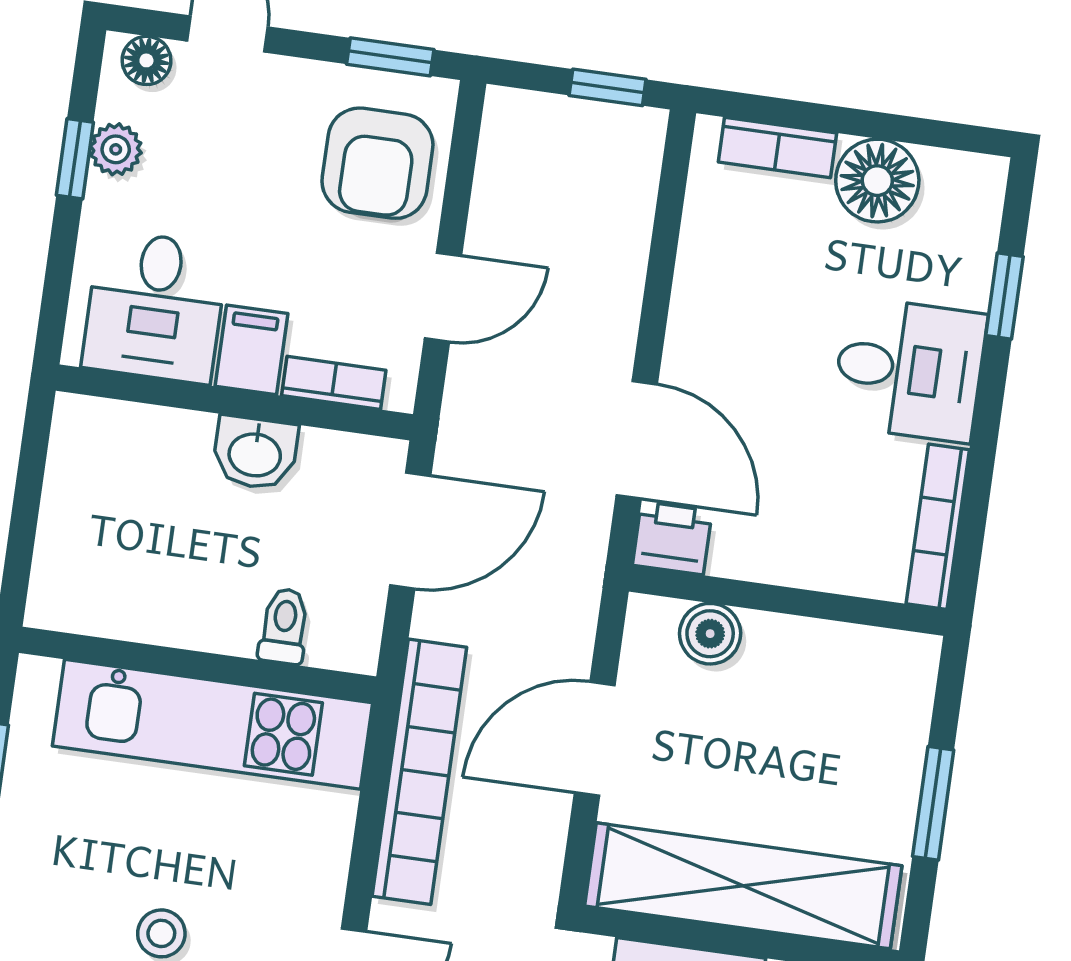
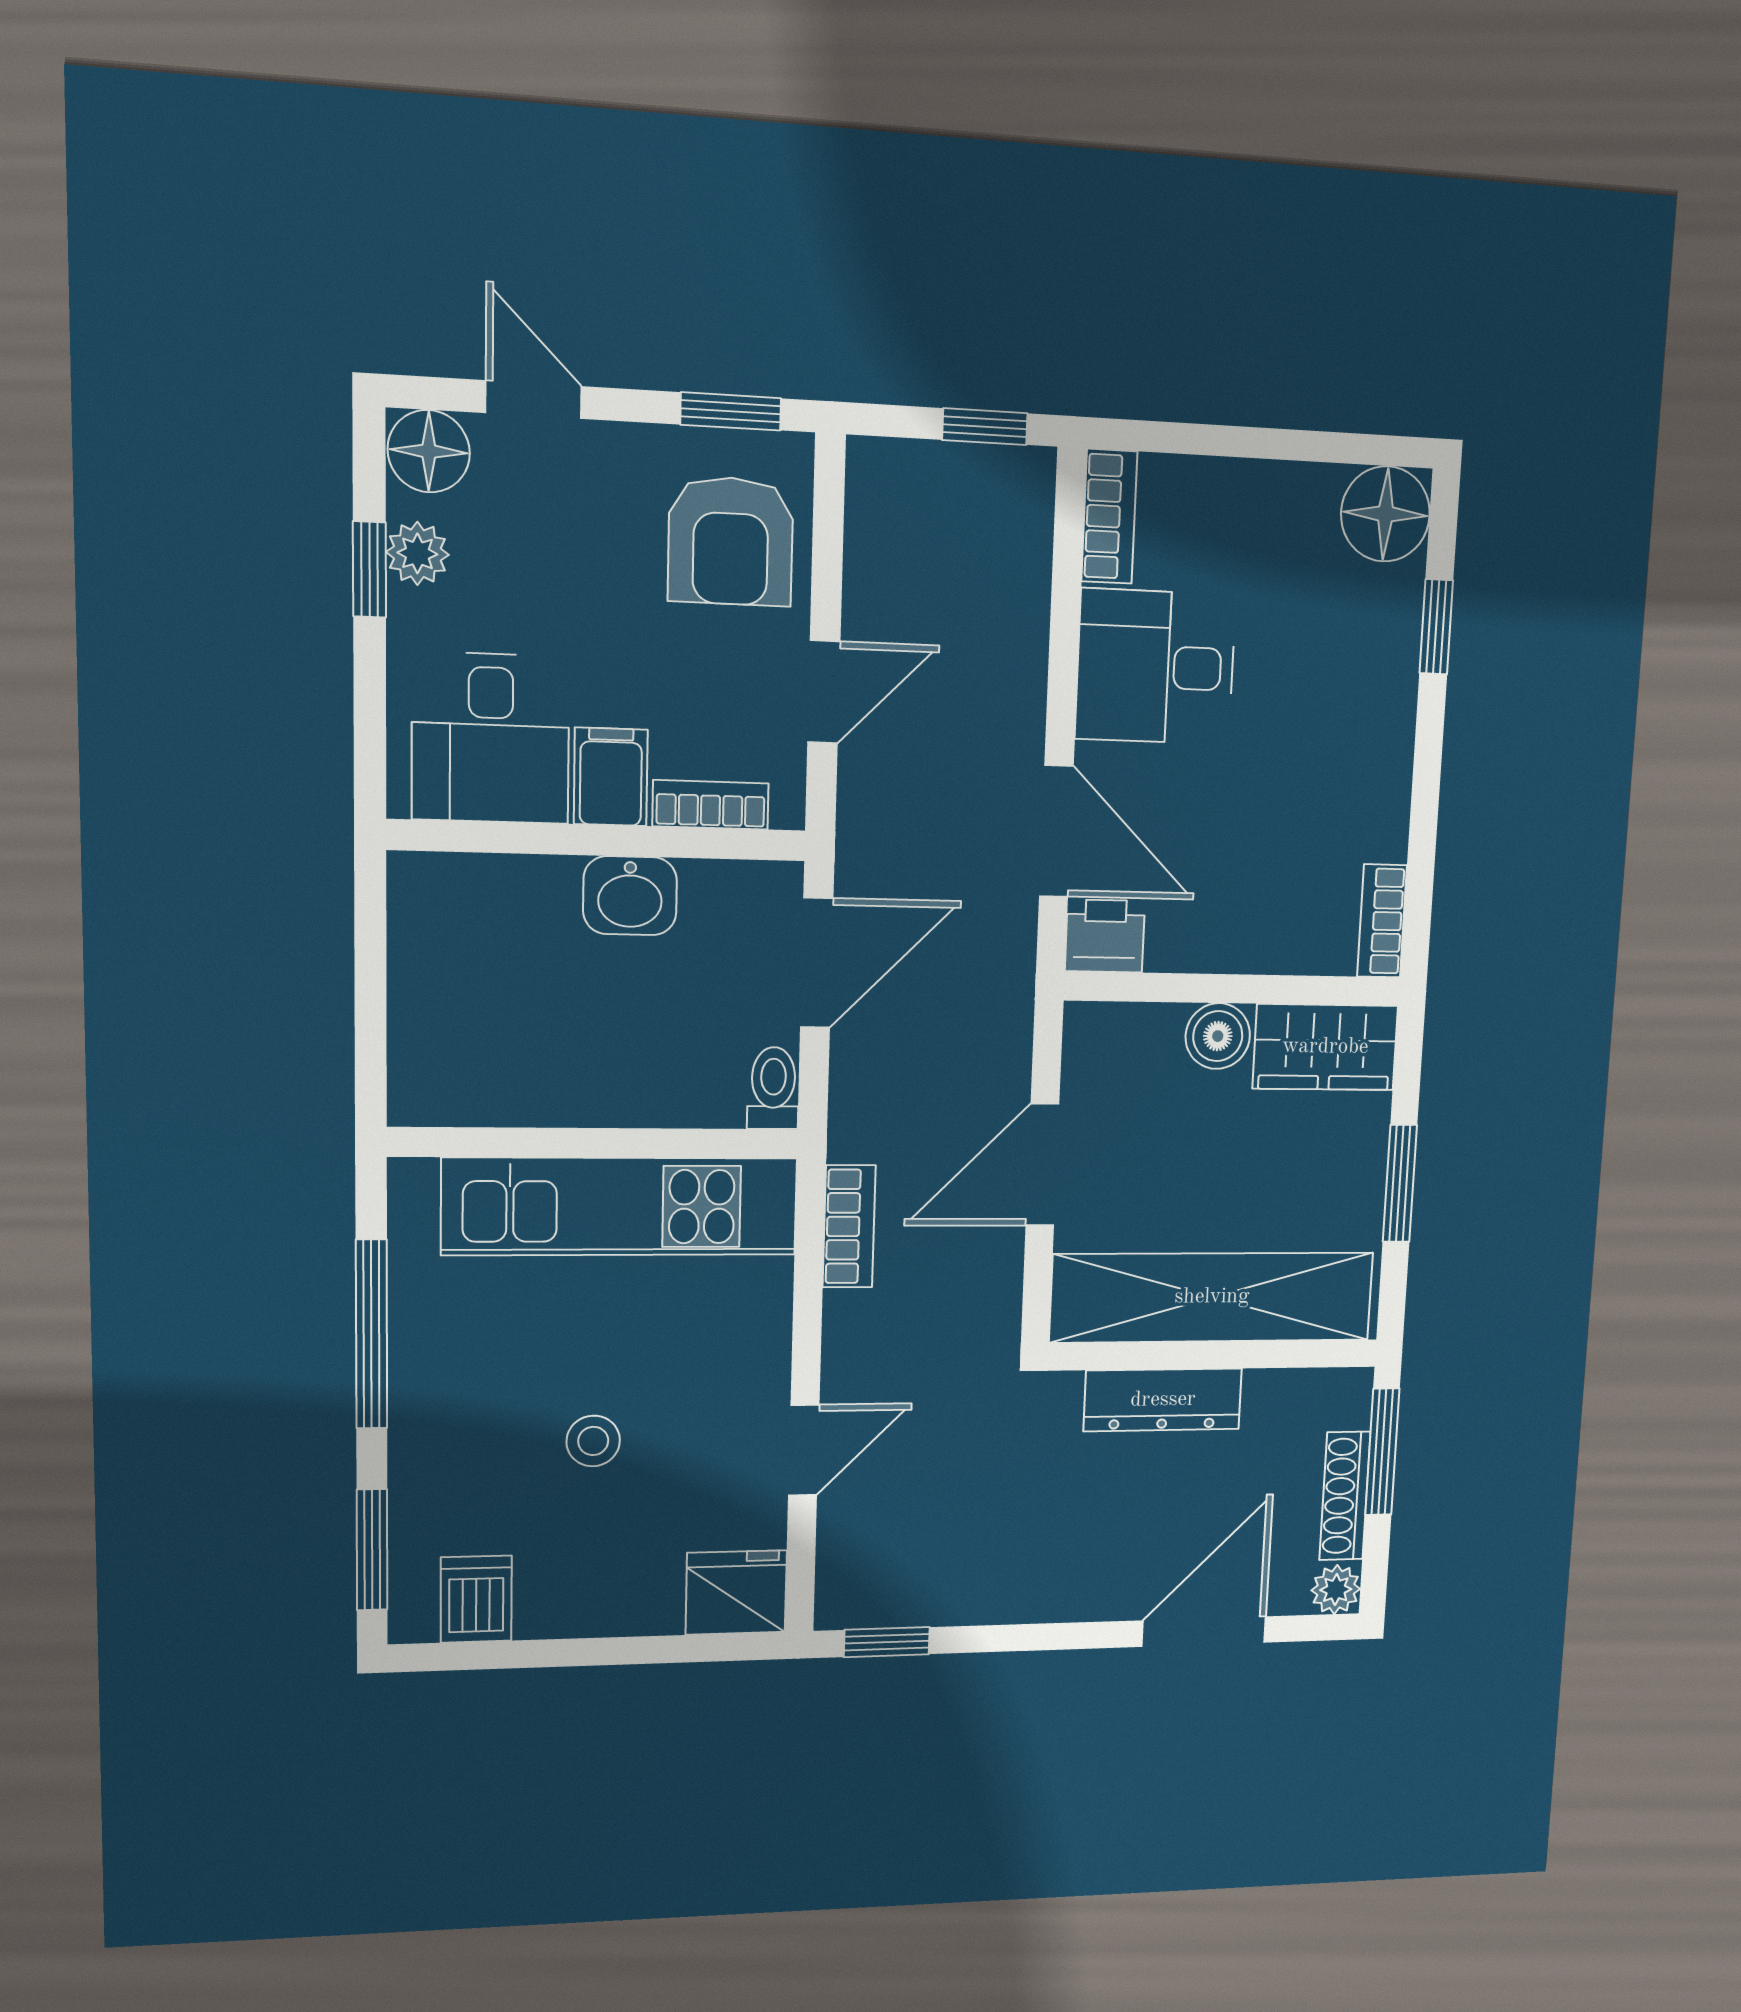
floor lamp: (146, 60) -> (429, 451), width x1.37, depth x1.37
bookcase: (778, 147) -> (1109, 516), moved, turned -90
floor lamp: (877, 181) -> (1385, 514), moved
desk: (909, 370) -> (1156, 667), moved, turned 180
bookcase: (938, 527) -> (1382, 921), width x0.64
toilet: (284, 626) -> (773, 1088), moved
boiler: (710, 634) -> (1218, 1036), moved
wardrobe: (871, 665) -> (1325, 1047), added
bookcase: (419, 772) -> (849, 1226), width x0.43, depth x0.76

